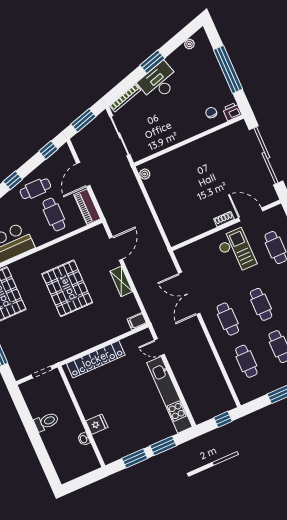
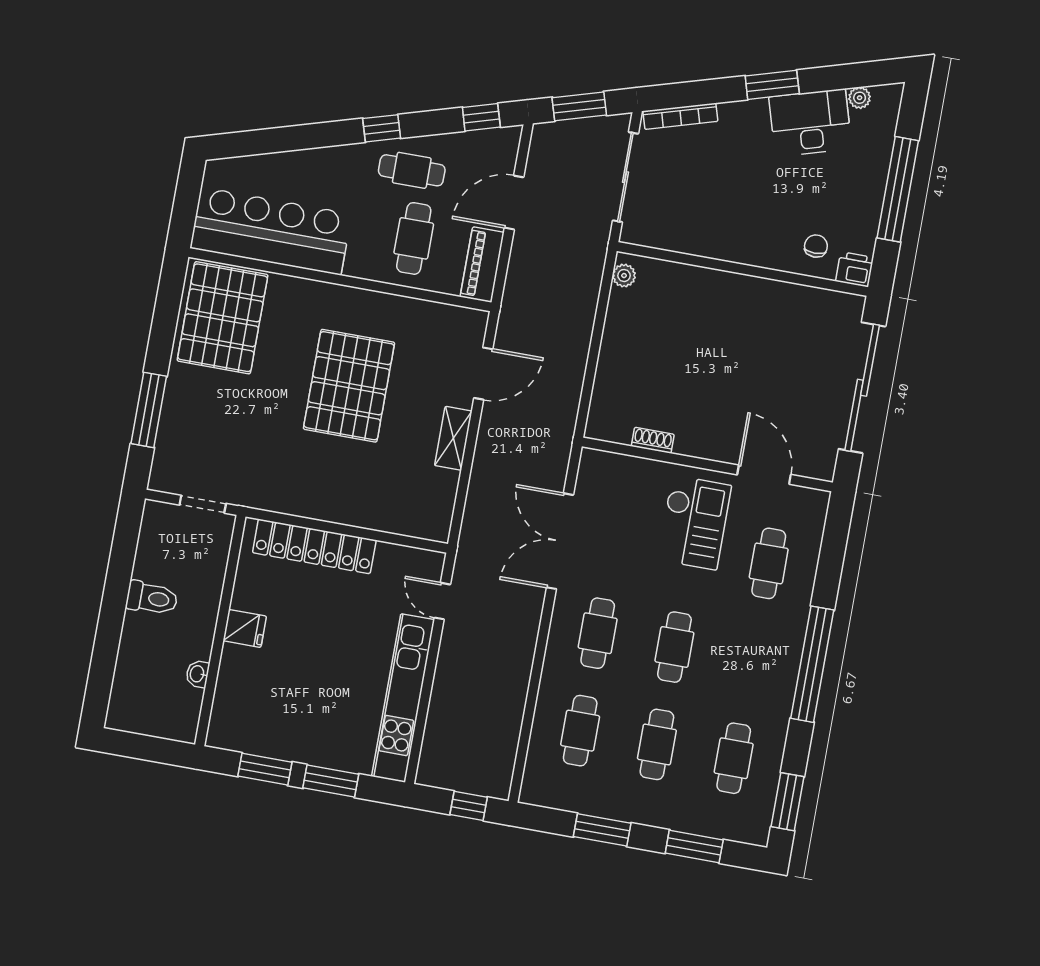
desk: (159, 82) -> (810, 123), moved
shoe rack: (224, 219) -> (653, 440), moved
filing cabinet: (137, 321) -> (433, 528), removed
fridge: (97, 424) -> (245, 628), moved

